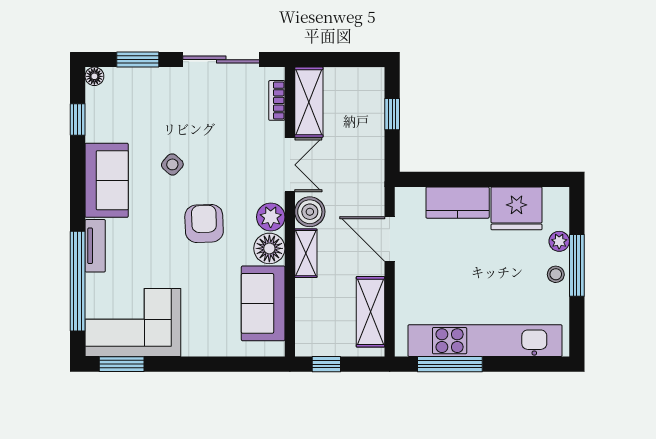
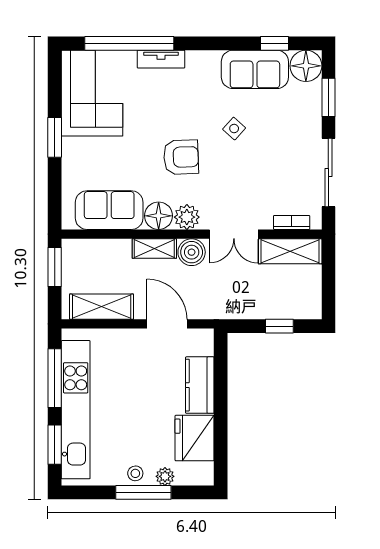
floor lamp: (94, 76) -> (306, 66), width x1.89, depth x1.89
sofa: (107, 180) -> (255, 69), moved
door: (390, 239) -> (167, 324), hinge flipped
window: (122, 364) -> (55, 137), moved
window: (326, 364) -> (55, 267), width x1.50
window: (524, 364) -> (55, 445), added

